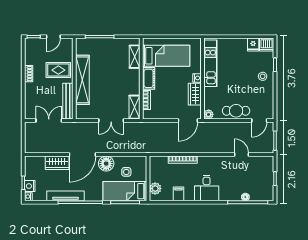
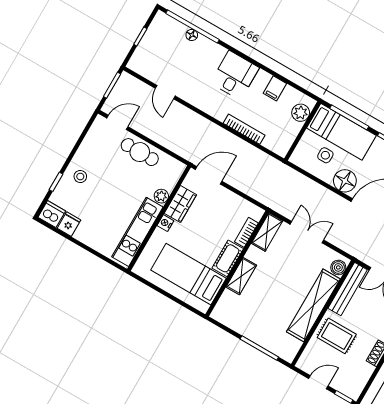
shelving: (135, 57) -> (241, 276), moved
boiler: (81, 111) -> (338, 267), added
plant: (209, 114) -> (161, 196), moved

